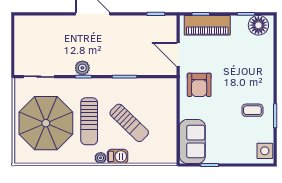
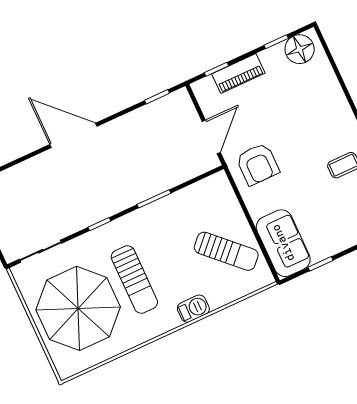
piano: (207, 25) -> (238, 73), width x0.73, depth x0.75
door: (178, 54) -> (211, 137), swing flipped
plant: (82, 68) -> (93, 213), removed
sun lounger: (129, 123) -> (226, 251), moved
plant: (101, 158) -> (172, 321), removed

